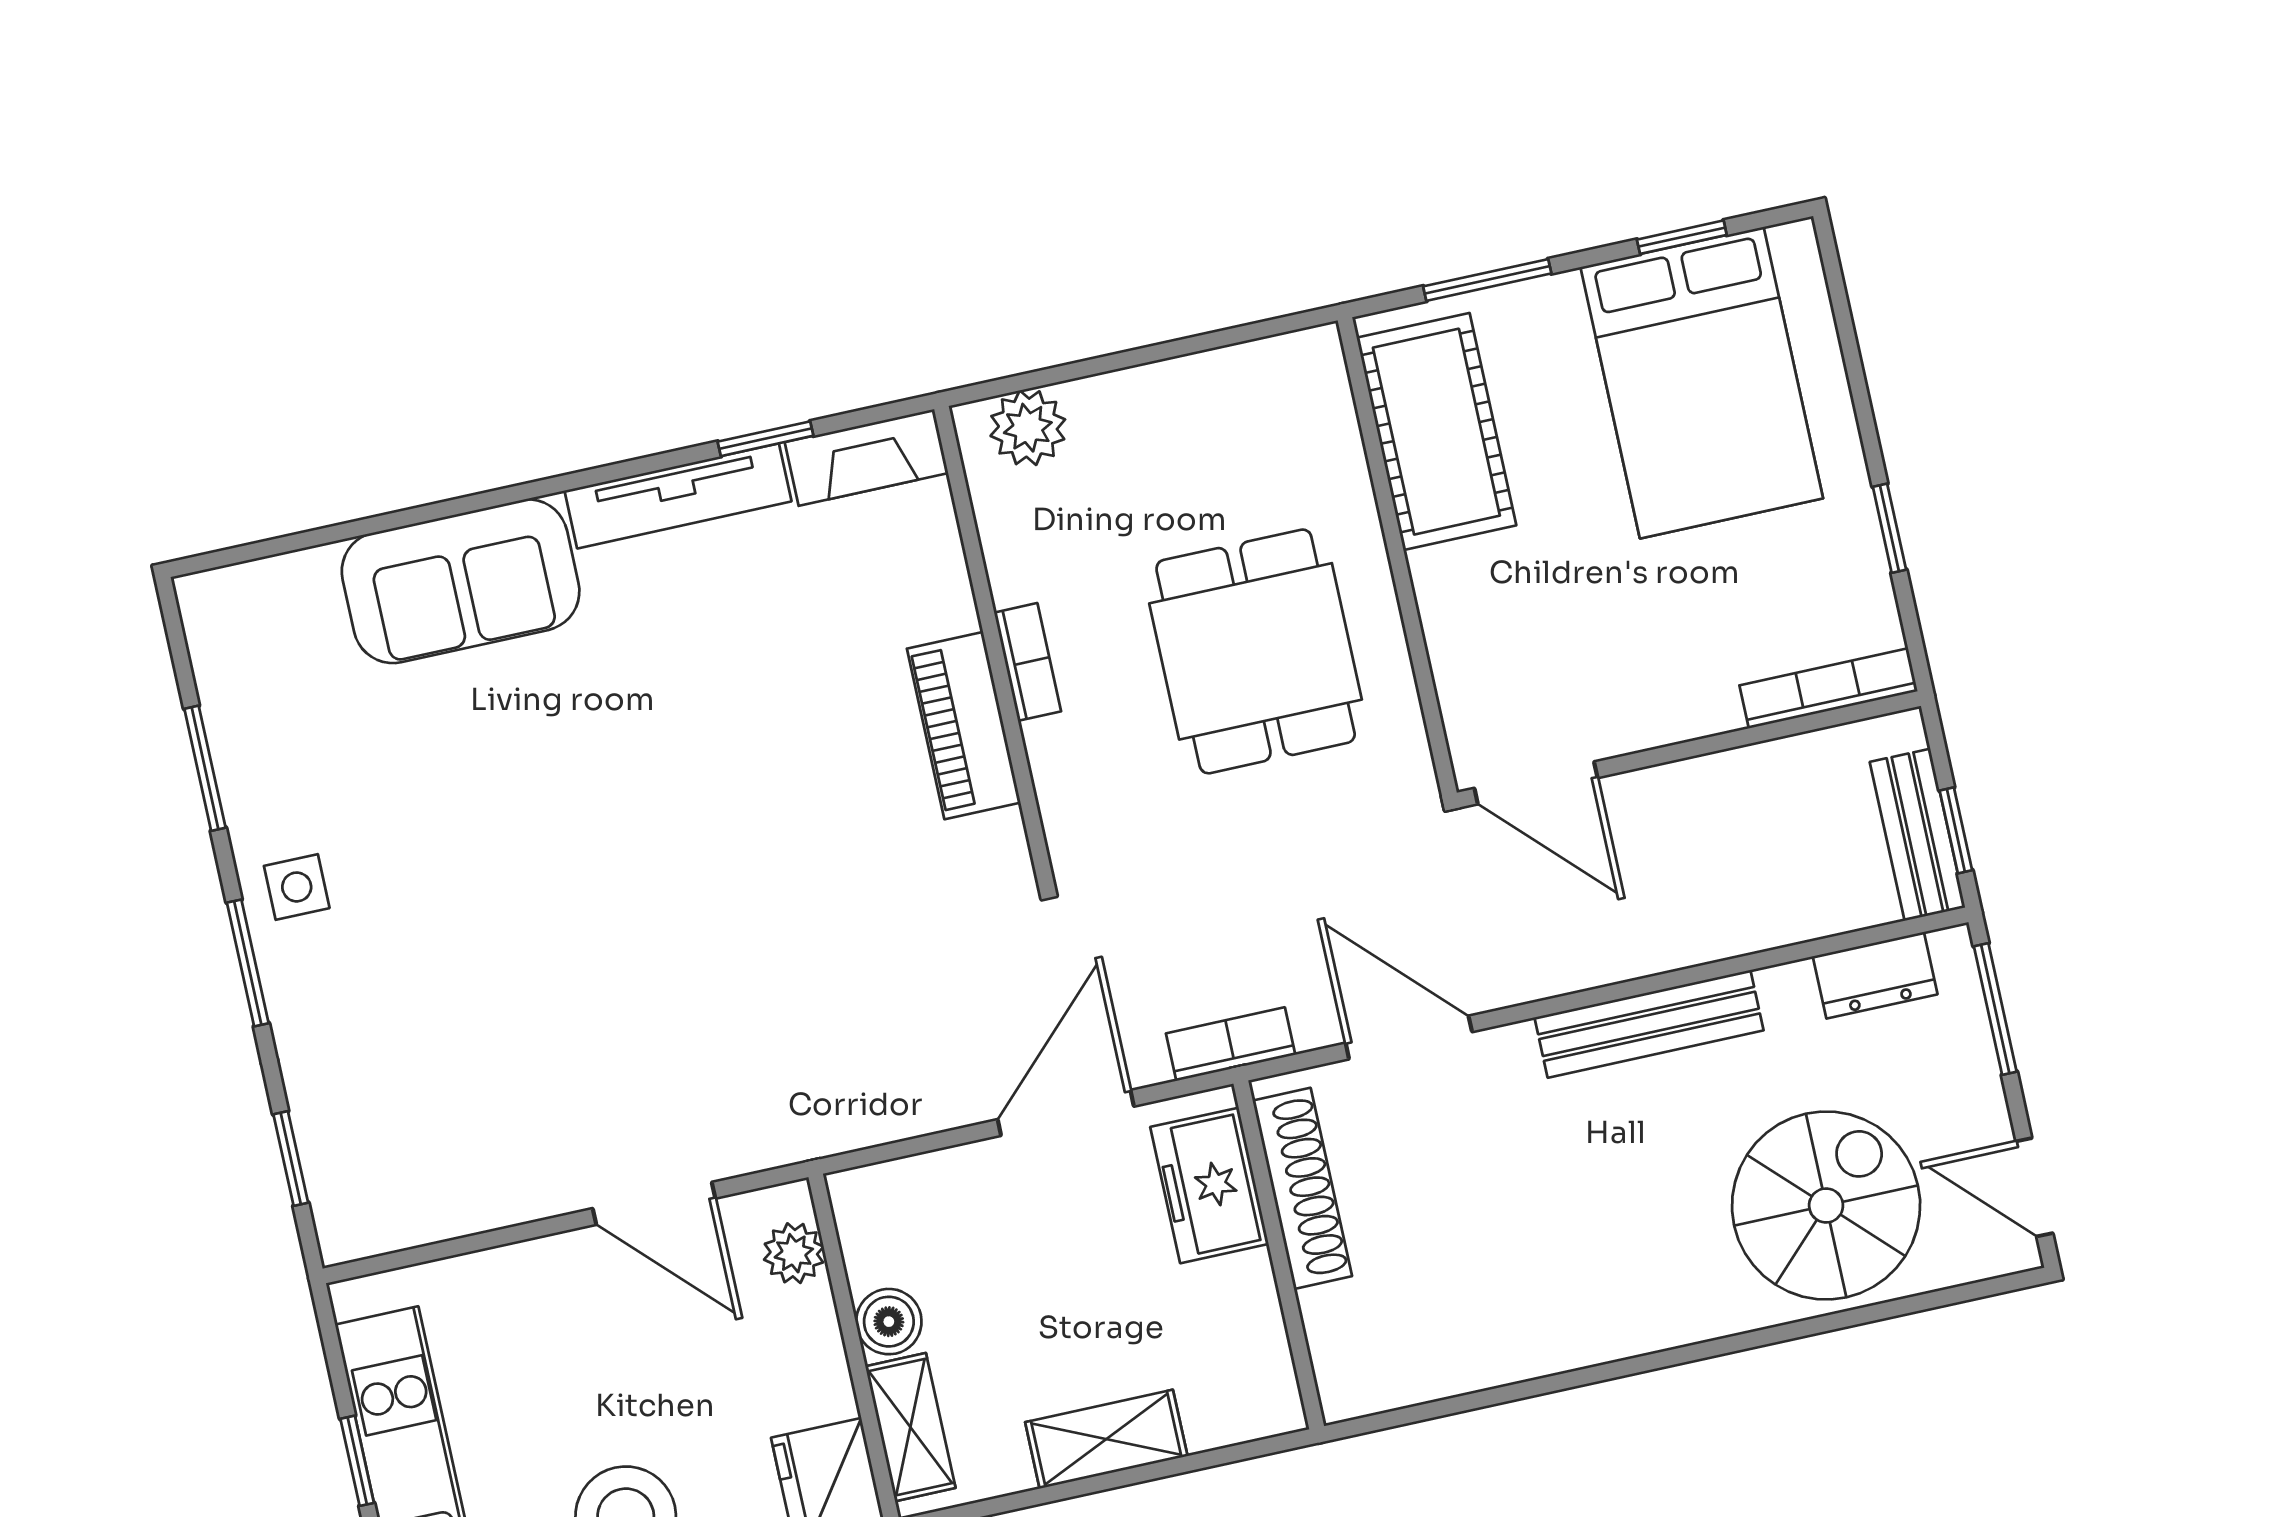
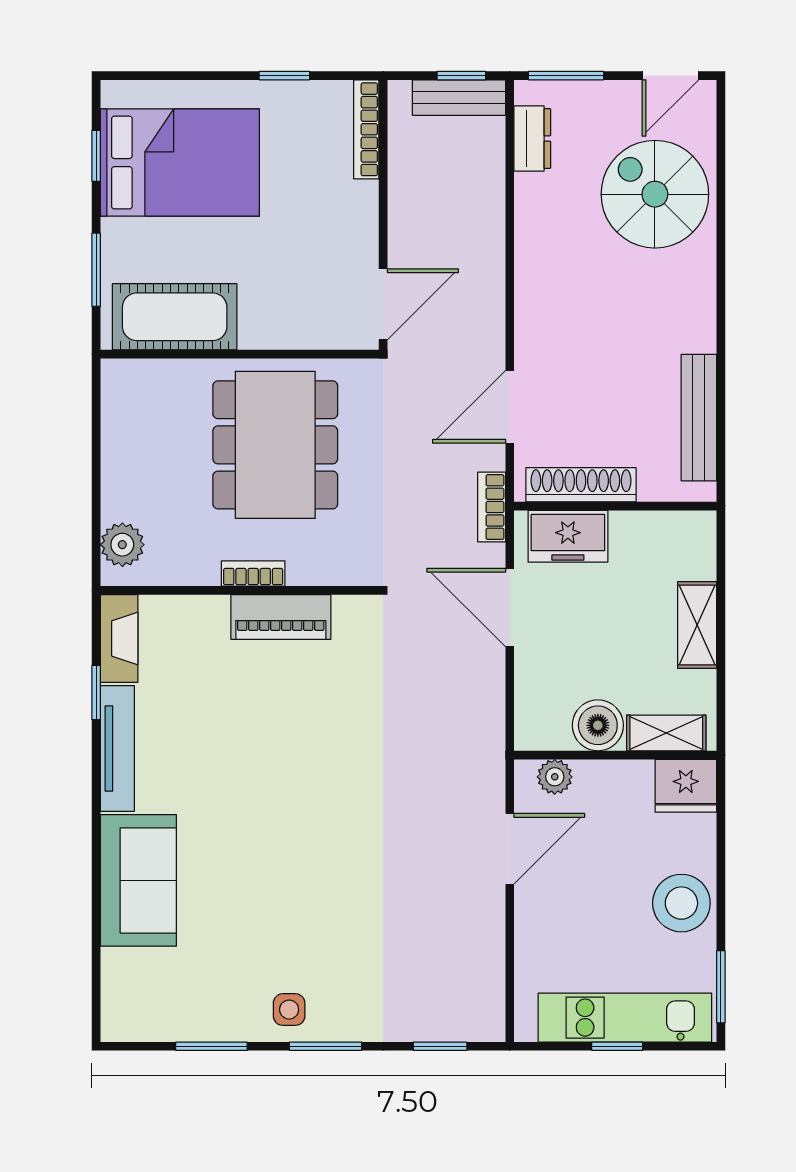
dining table: (1256, 651) -> (275, 445), width x1.38
bench: (1649, 1024) -> (699, 418), moved
boiler: (889, 1322) -> (598, 725), width x1.36, depth x1.36

